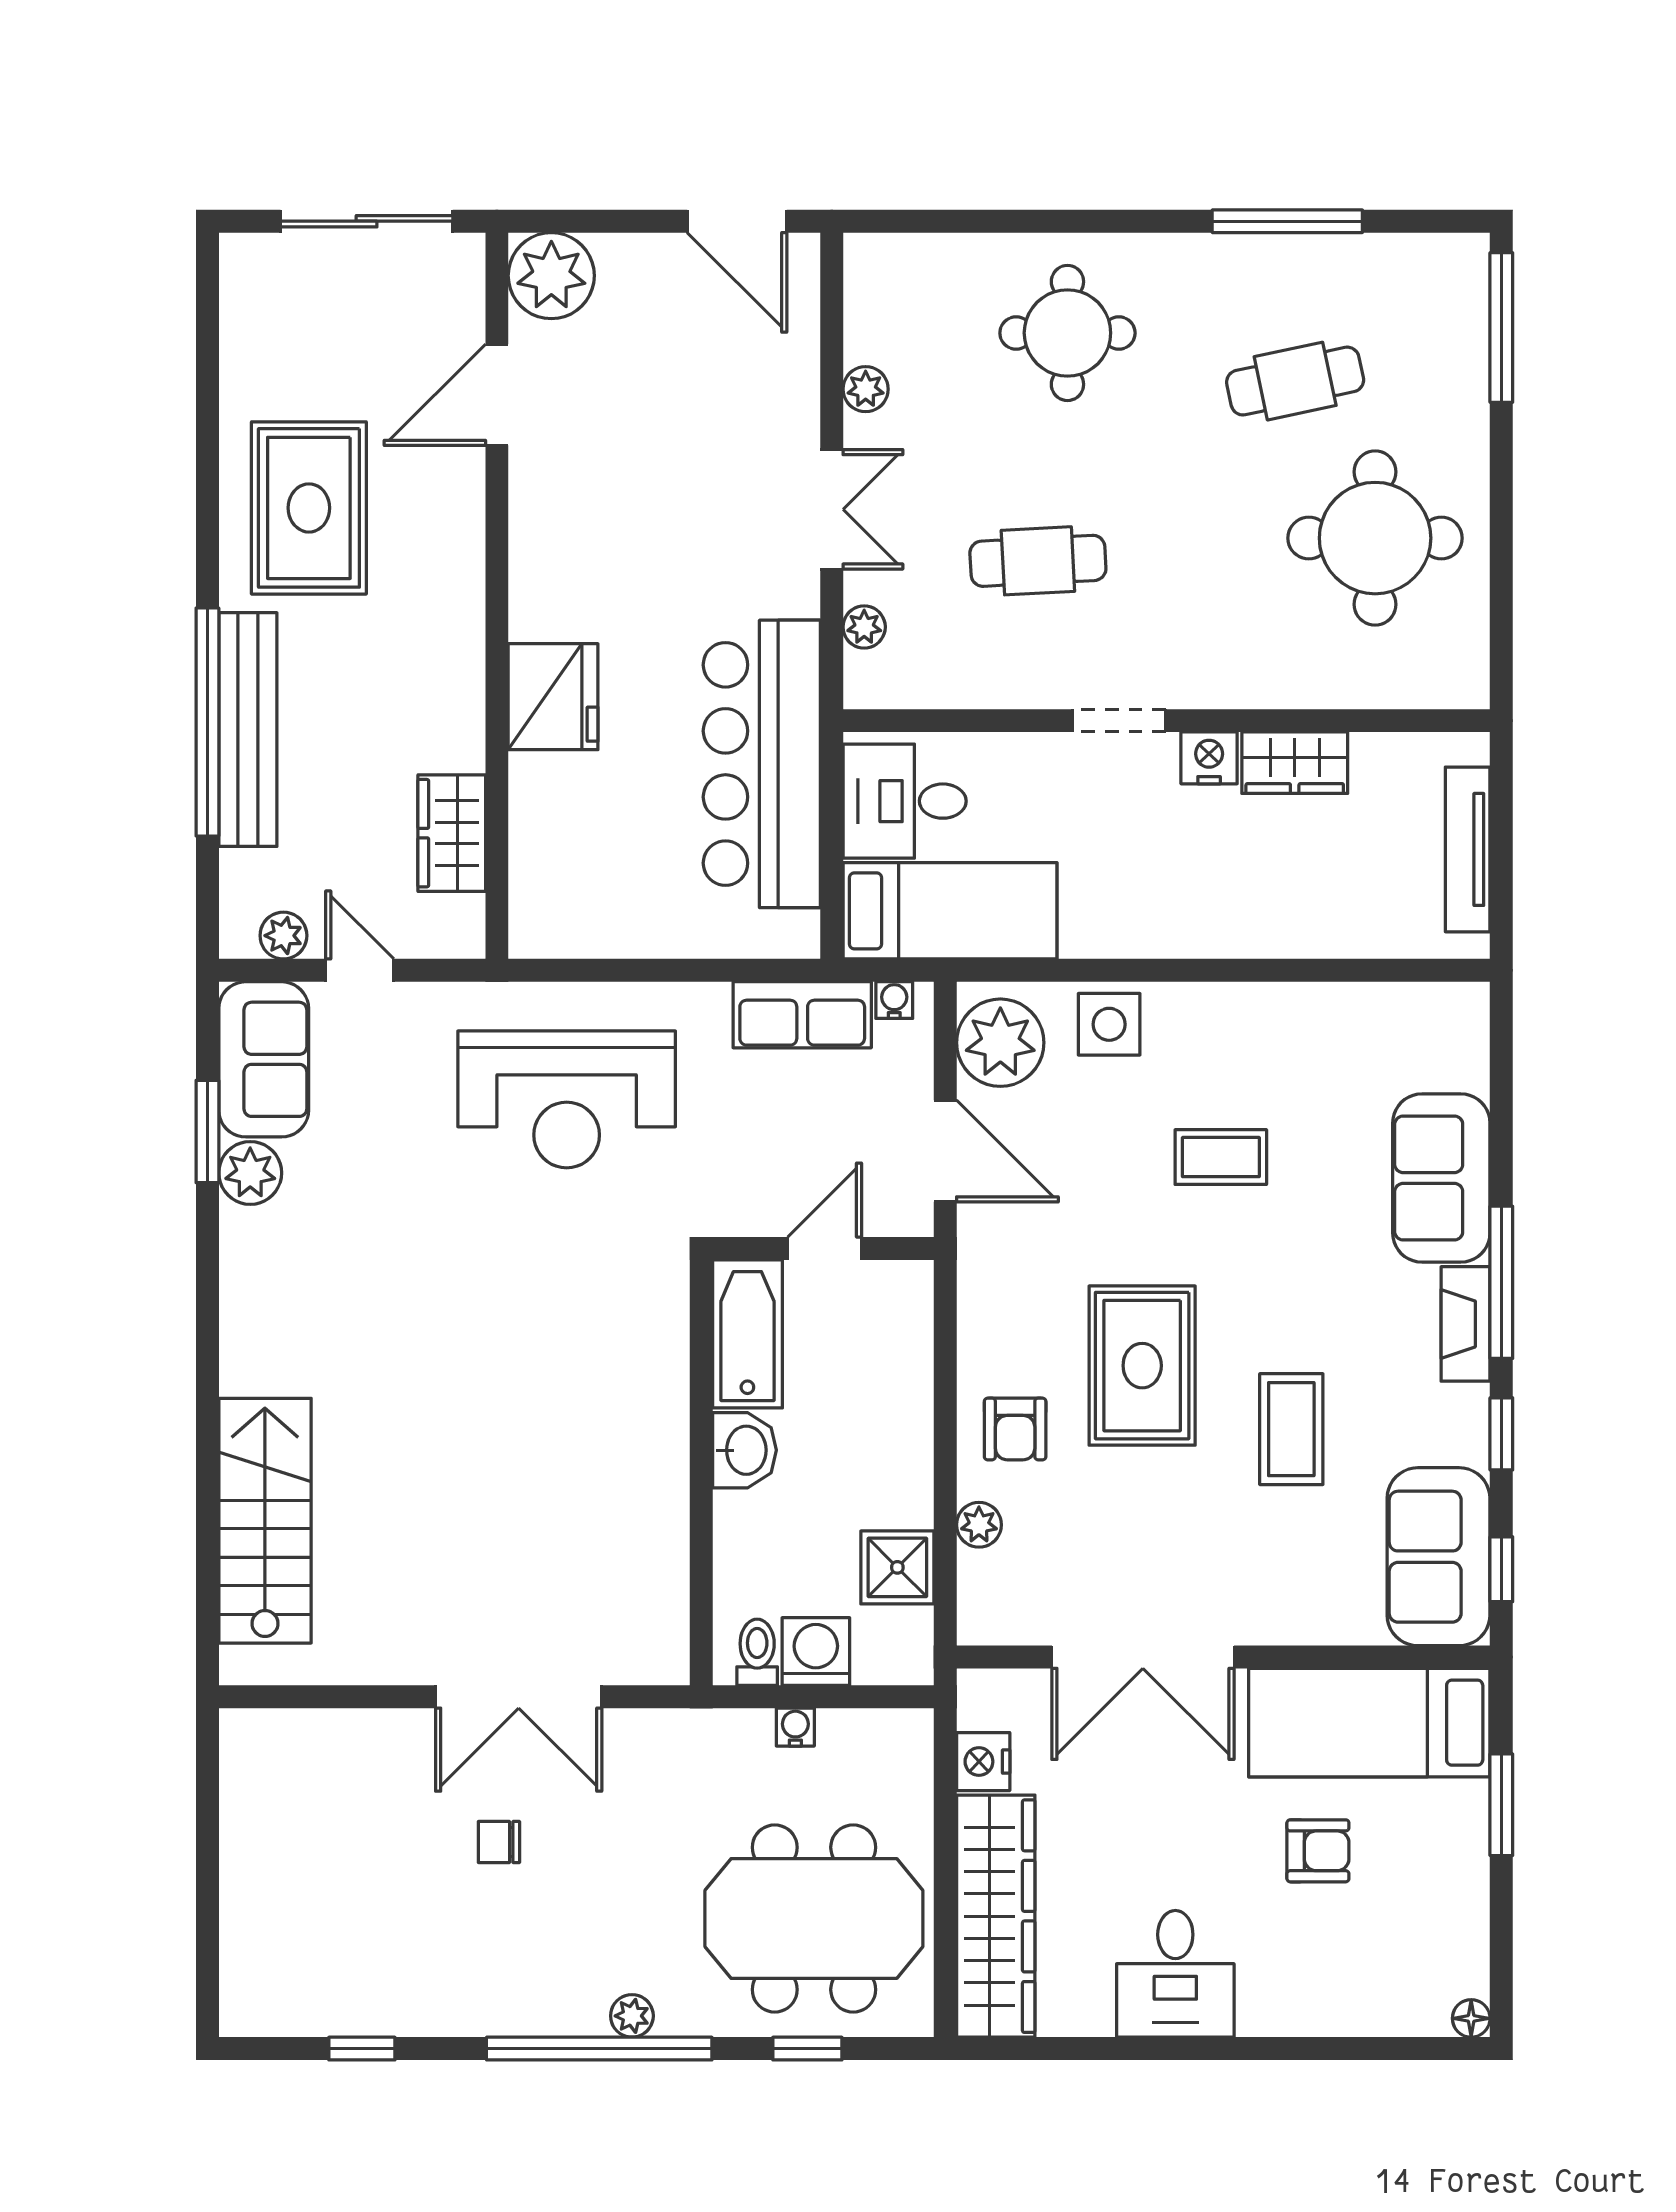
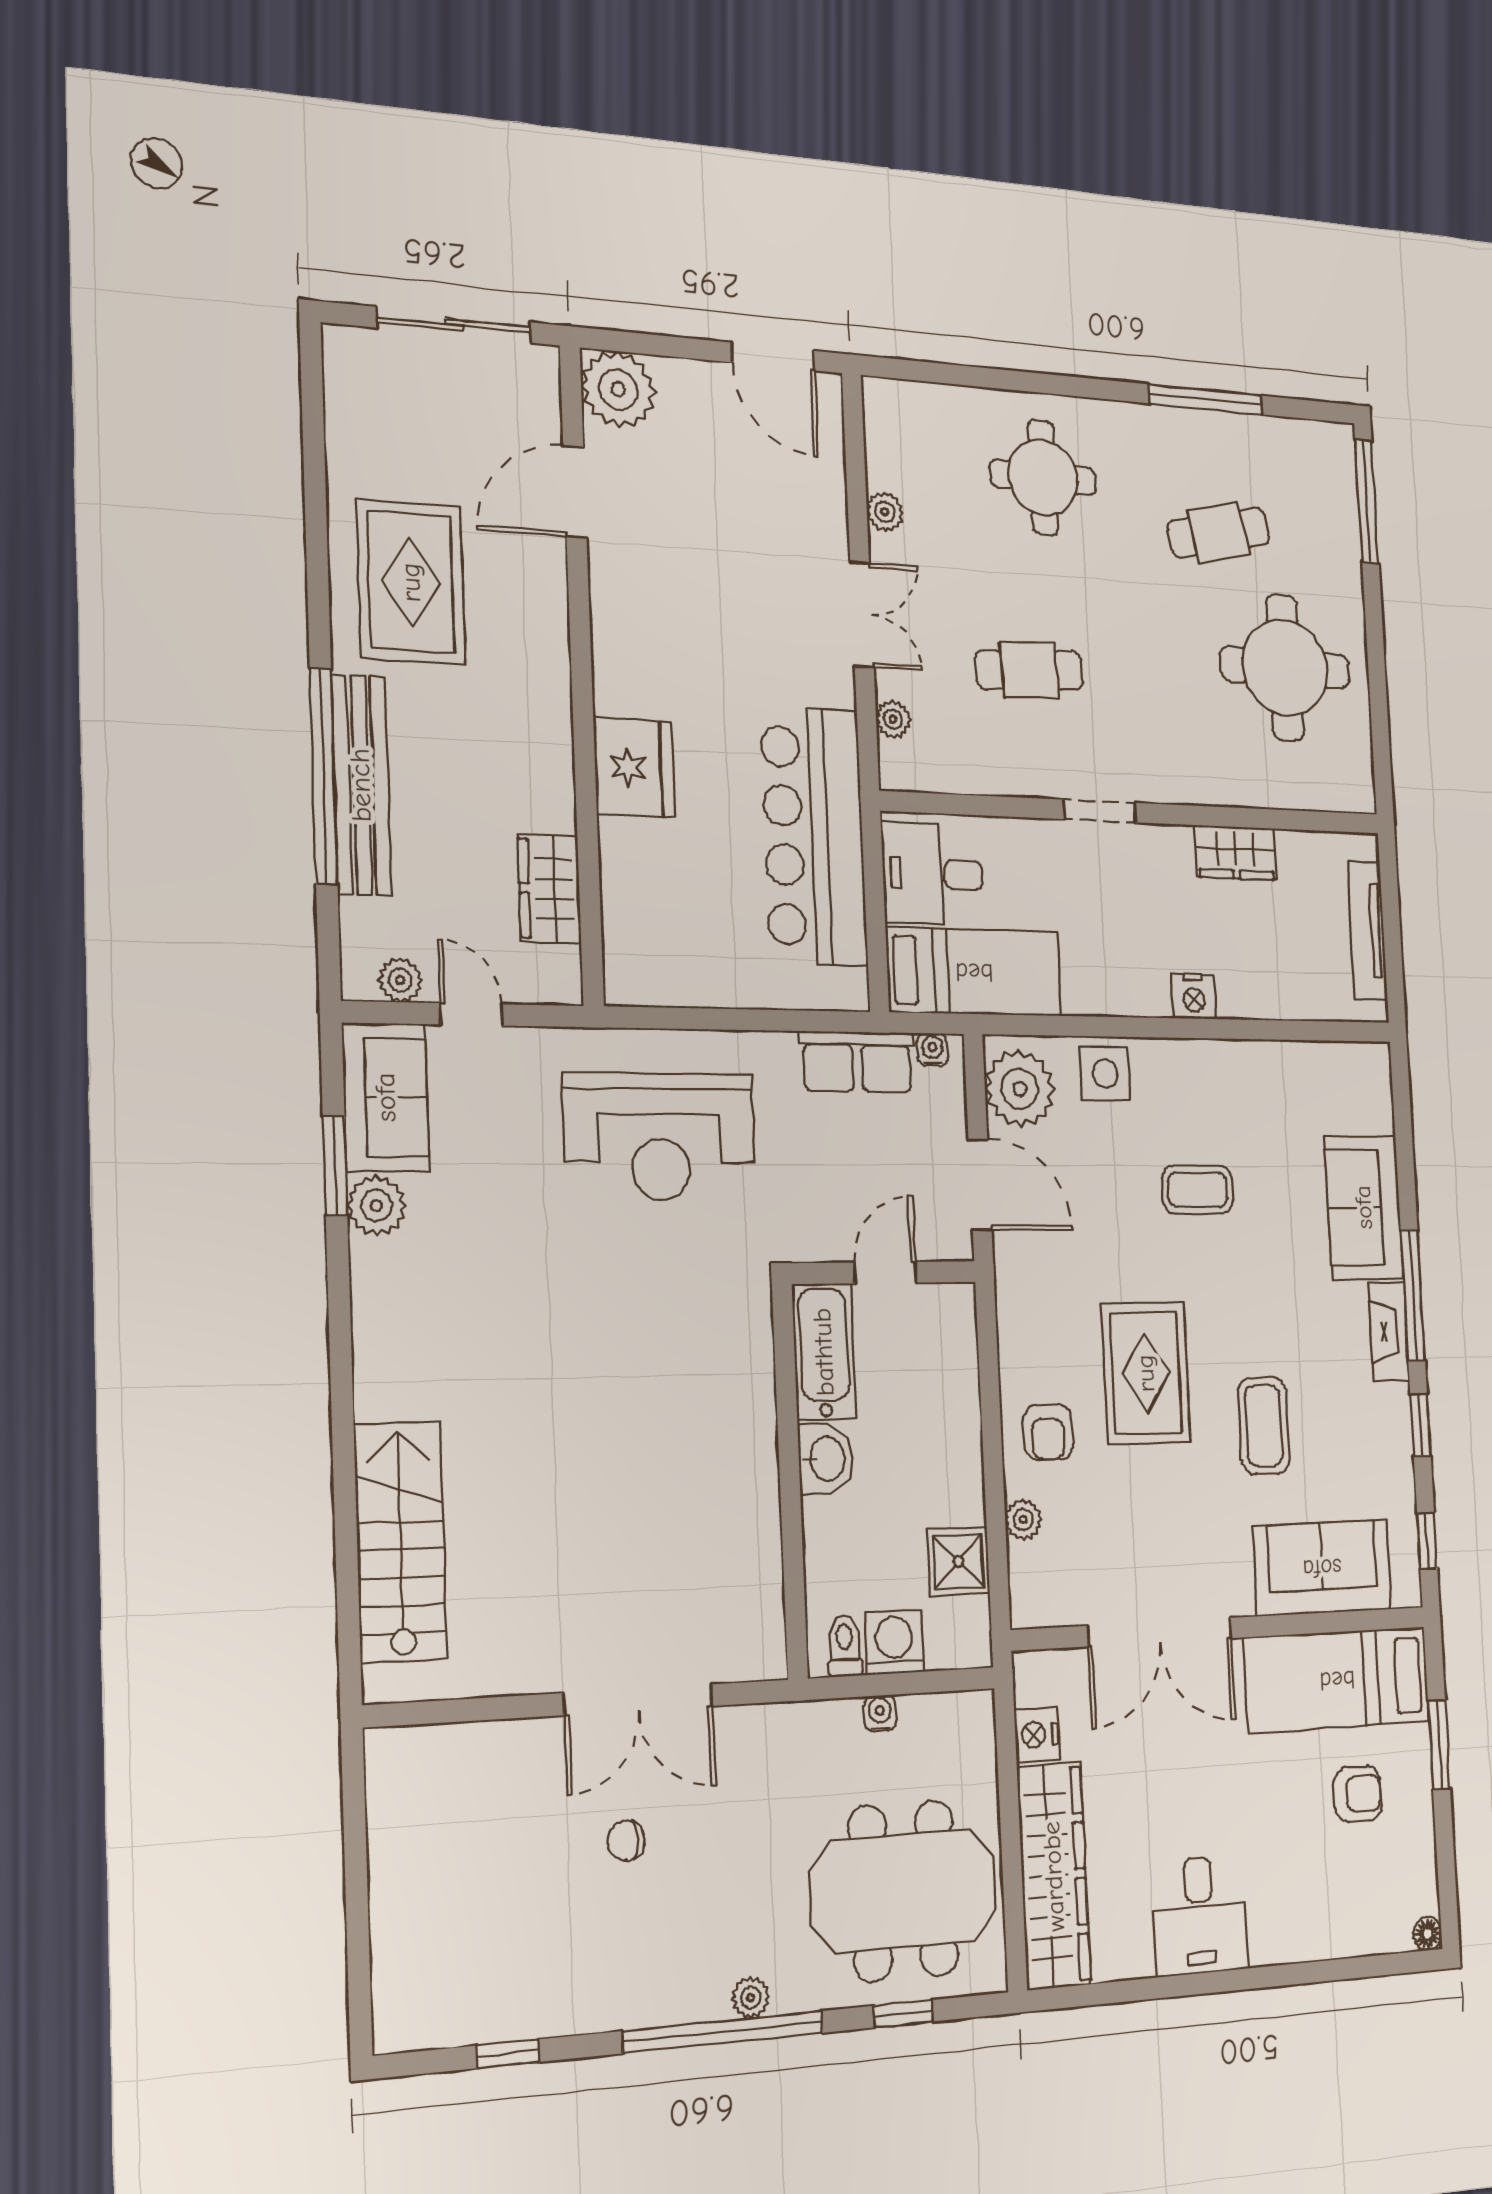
nightstand: (1209, 758) -> (1194, 996), moved, turned 180
sofa: (1439, 1557) -> (1322, 1568), moved, turned 90
armchair: (1318, 1851) -> (1358, 1794), moved

